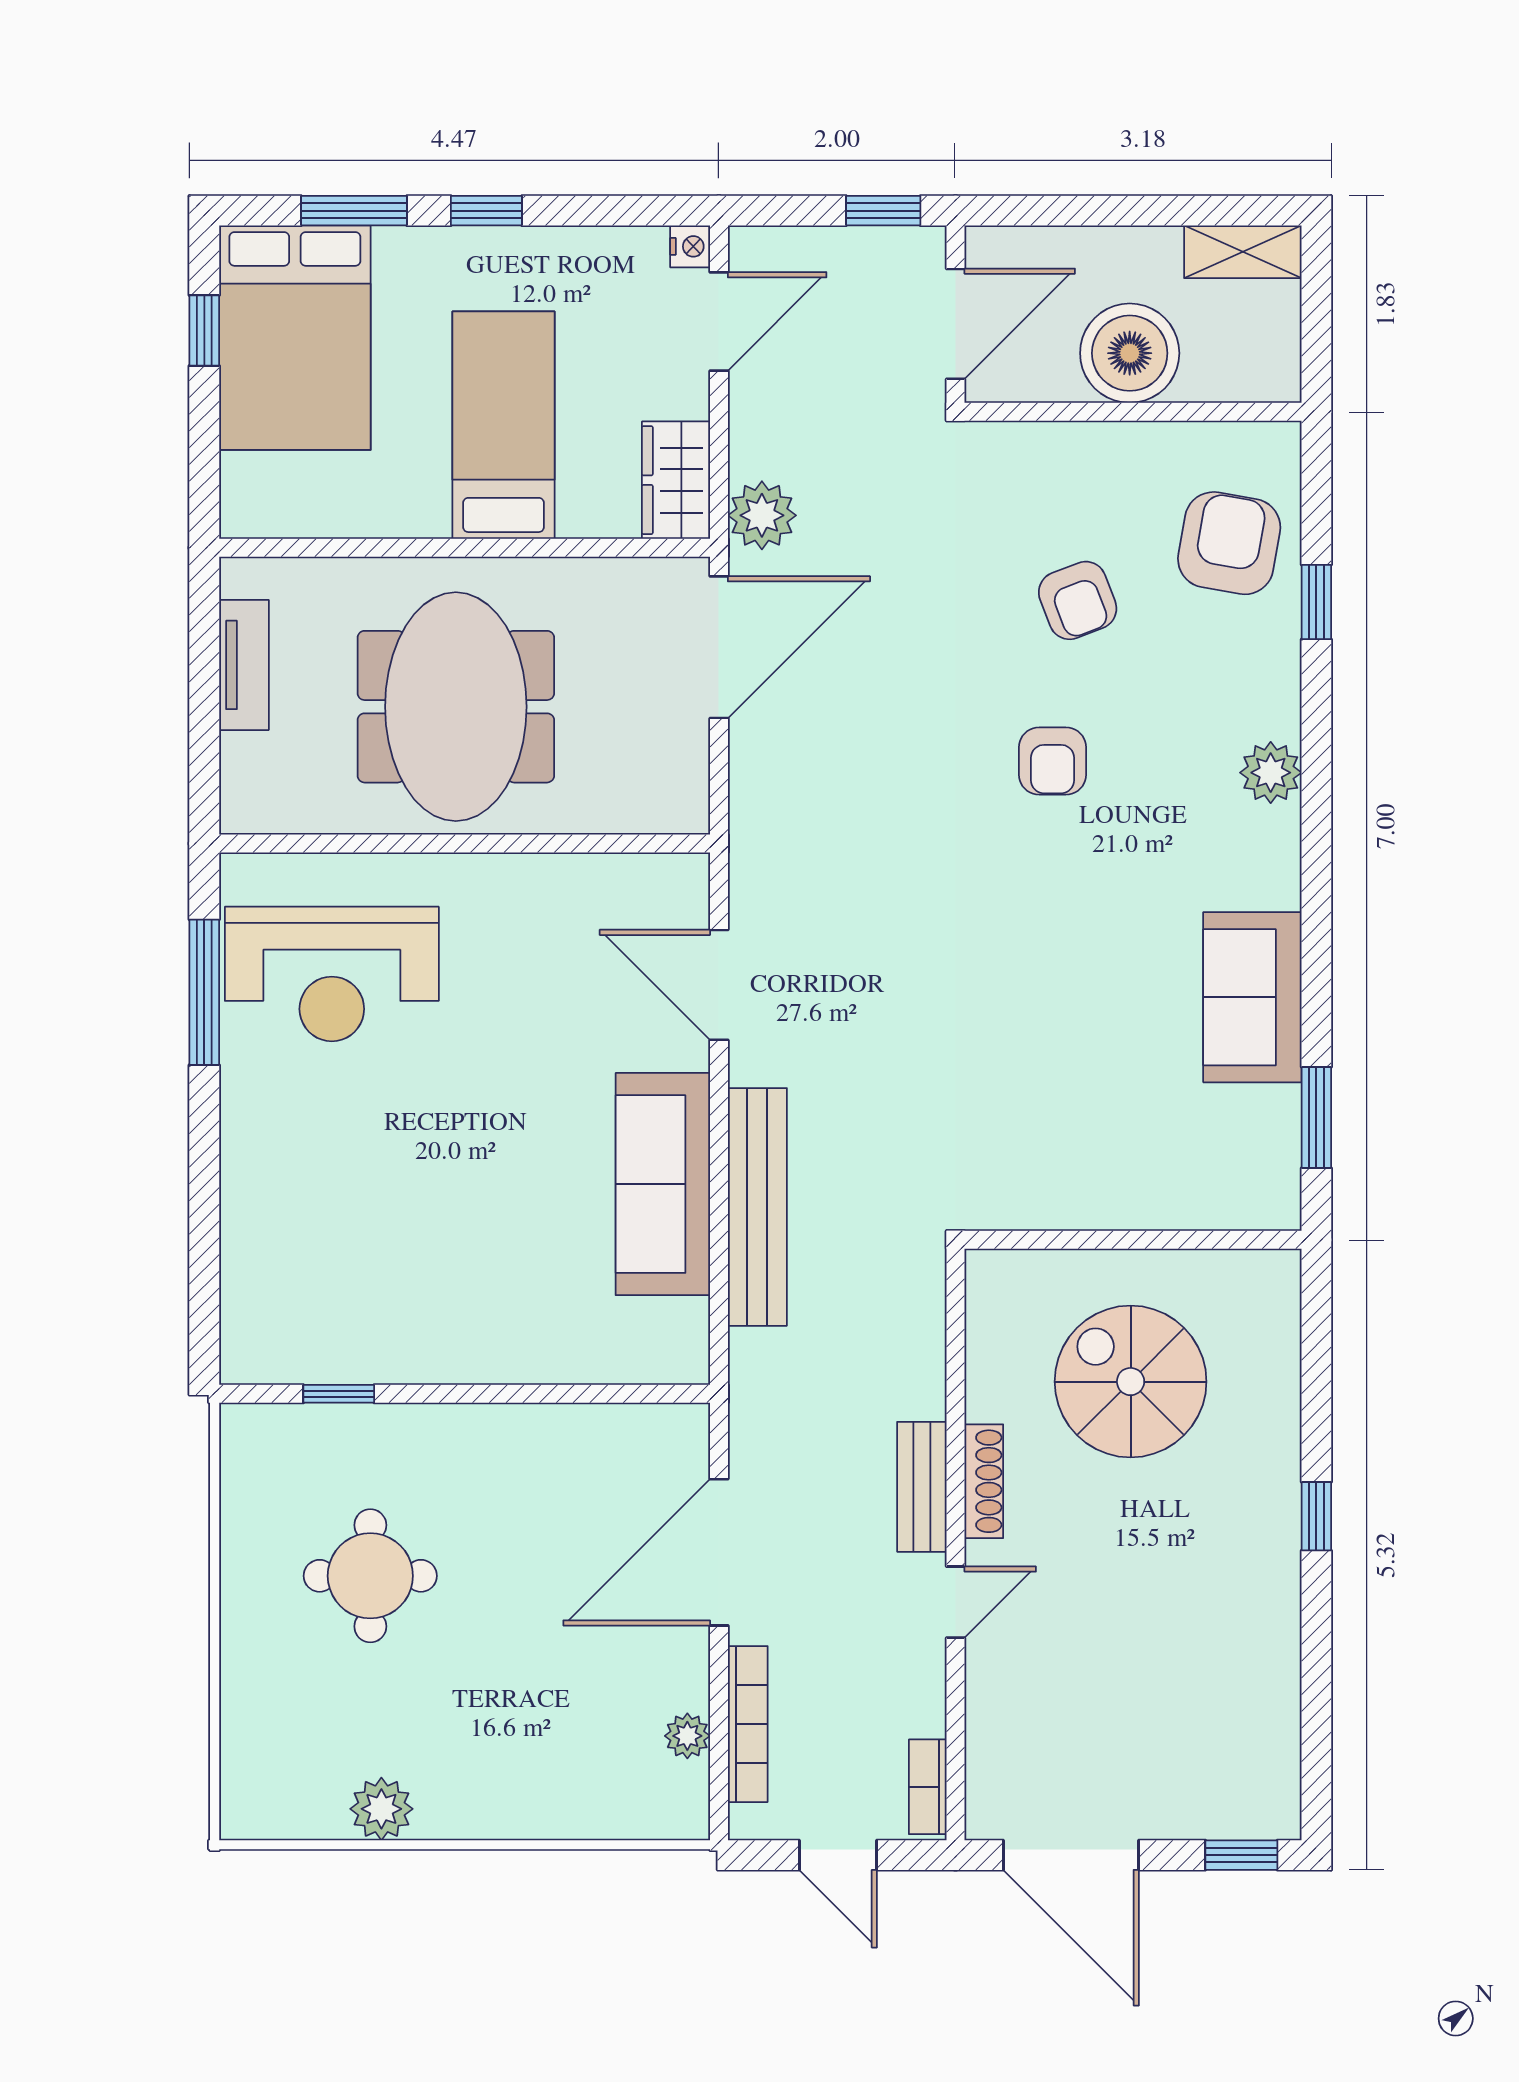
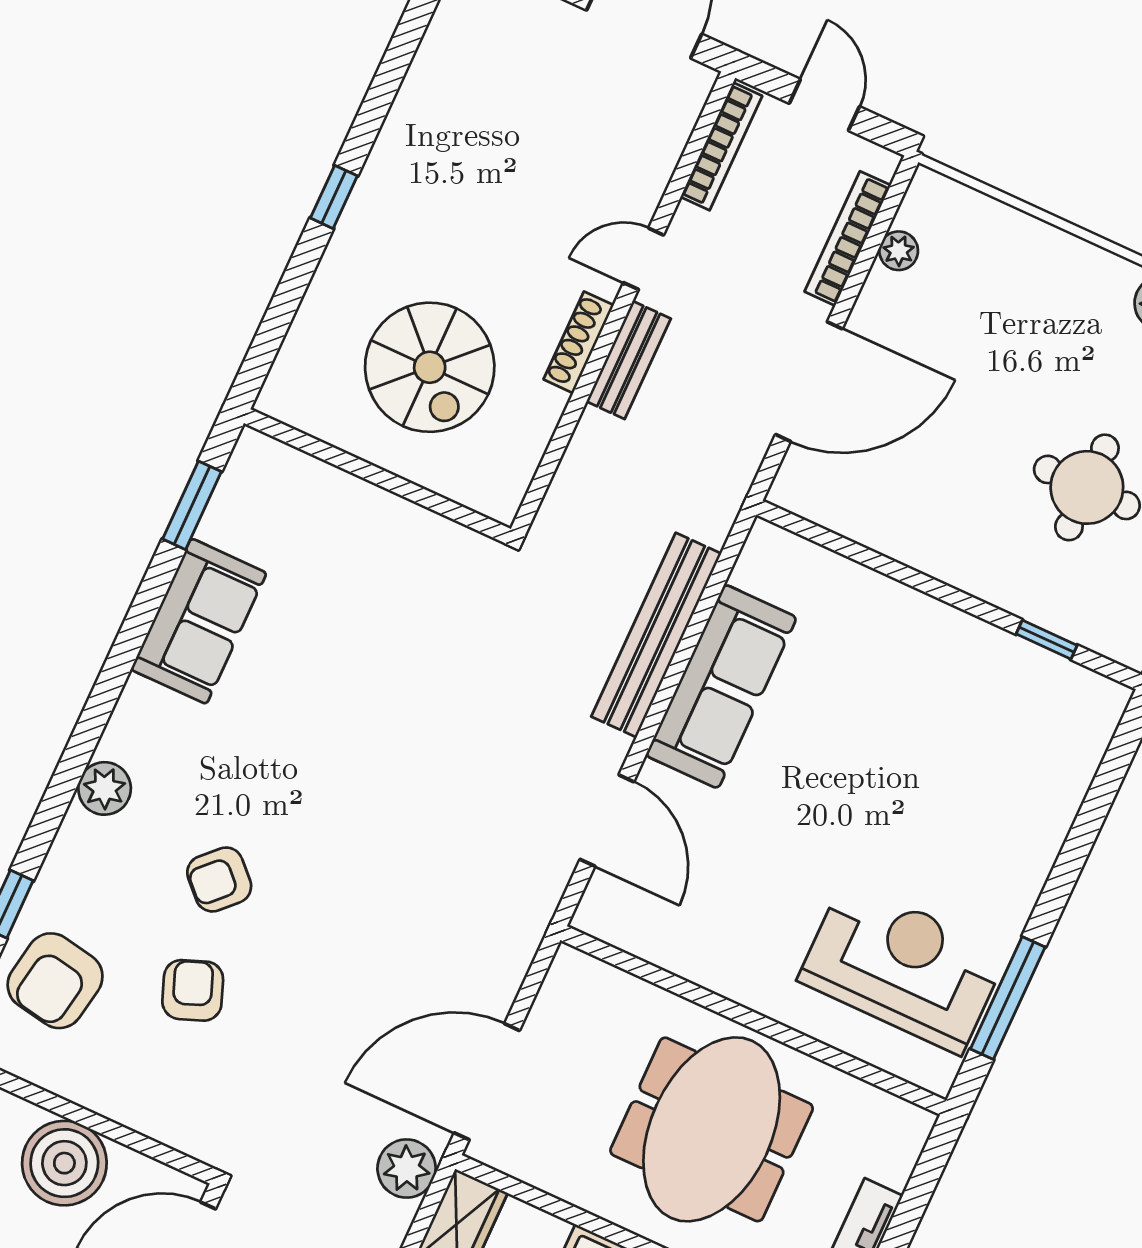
armchair: (1053, 761) -> (219, 879), moved, turned -135
bookcase: (928, 1787) -> (721, 146), width x1.56

